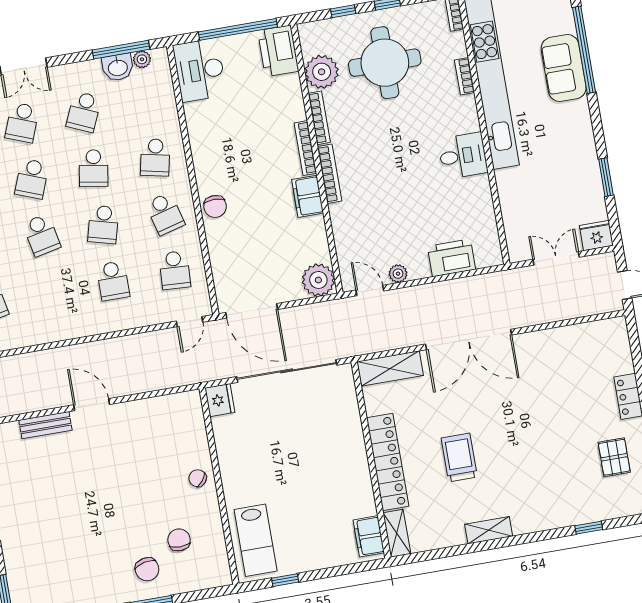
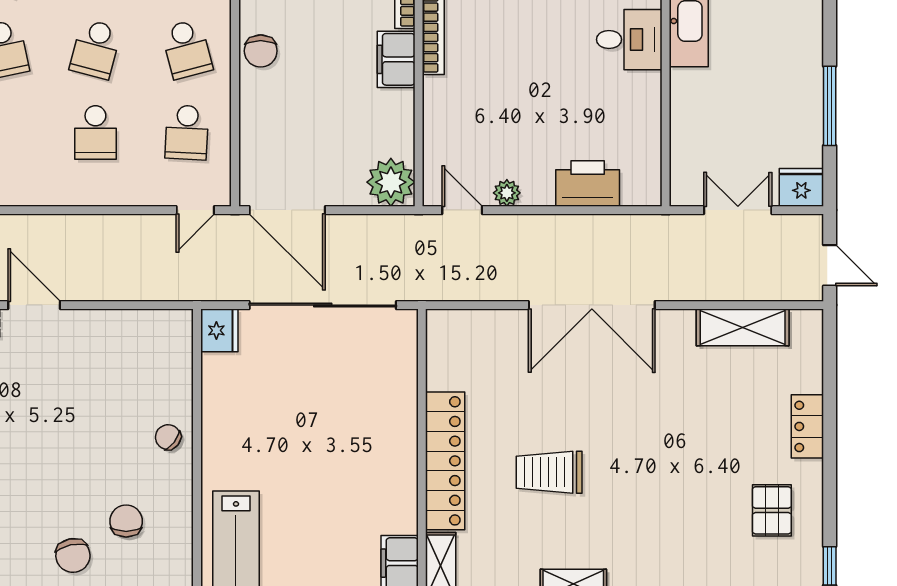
window: (606, 177) -> (830, 106), width x1.44
shelving: (390, 369) -> (743, 327), moved
trolley: (459, 457) -> (549, 472), turned -90

